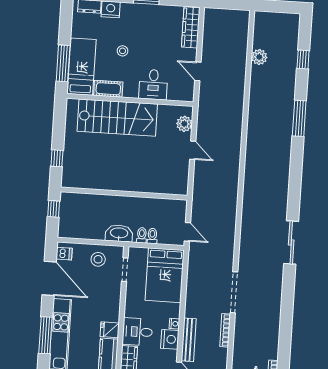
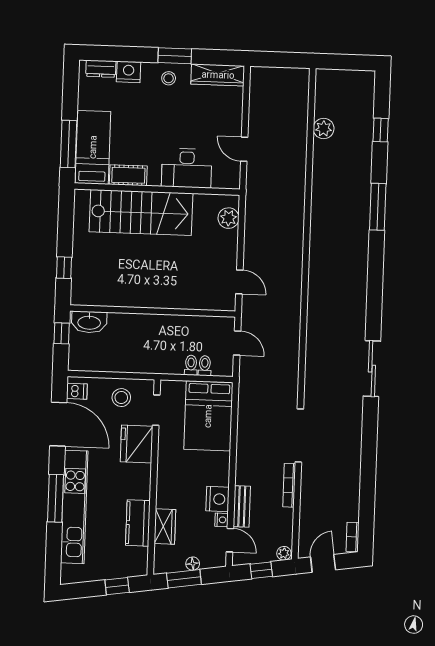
wardrobe: (191, 27) -> (218, 75), moved, turned -90
stool: (123, 51) -> (169, 78), moved
desk: (153, 85) -> (187, 168), width x1.37
door: (193, 150) -> (239, 282), moved
door: (187, 232) -> (237, 343), moved
washbasin: (119, 233) -> (89, 322), moved, turned 180
toilet: (142, 235) -> (205, 366), moved
nightstand: (174, 324) -> (221, 520), moved
fridge: (110, 330) -> (137, 444), moved, width x1.88, depth x1.34
desk: (137, 332) -> (175, 490), removed
bench: (189, 340) -> (242, 506), width x0.73

